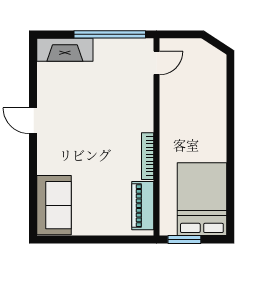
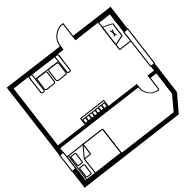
sofa: (54, 205) -> (50, 74), moved
piano: (143, 206) -> (68, 129), removed

